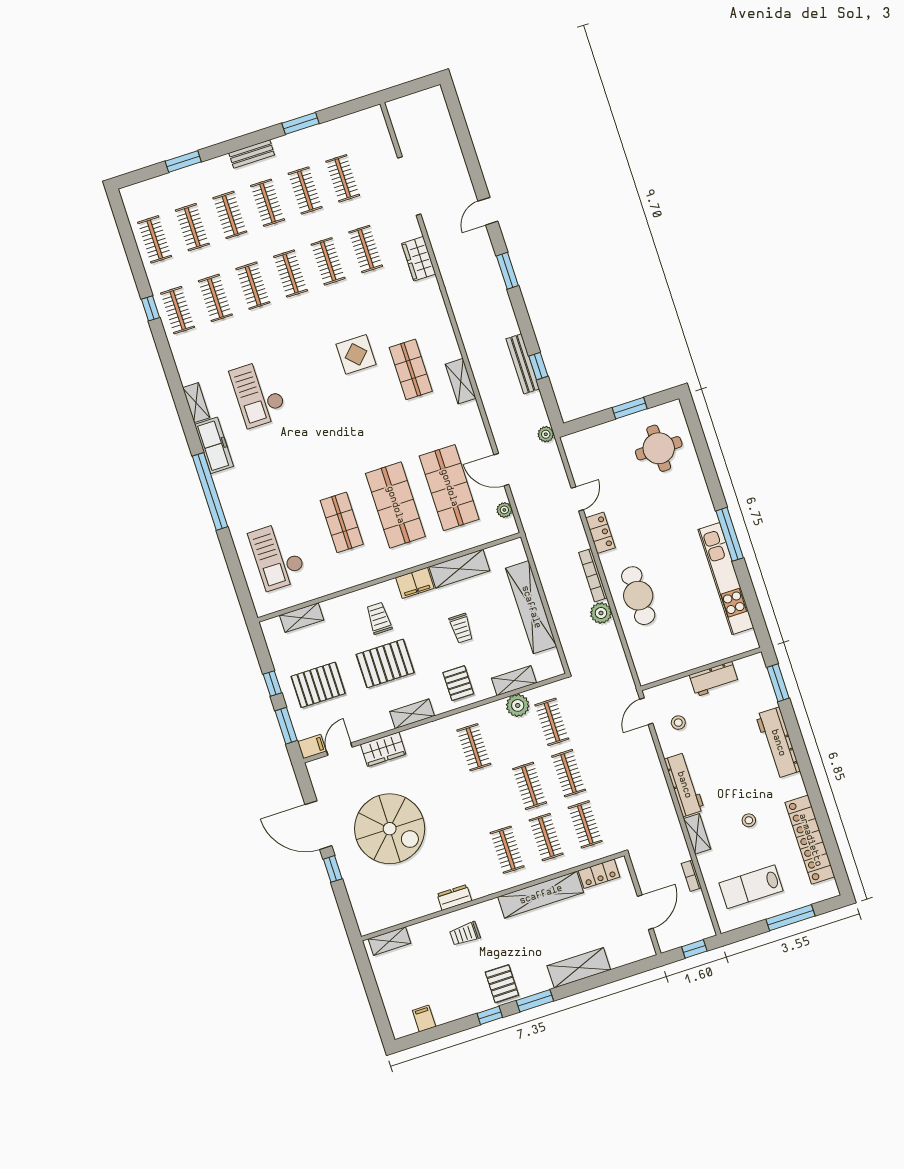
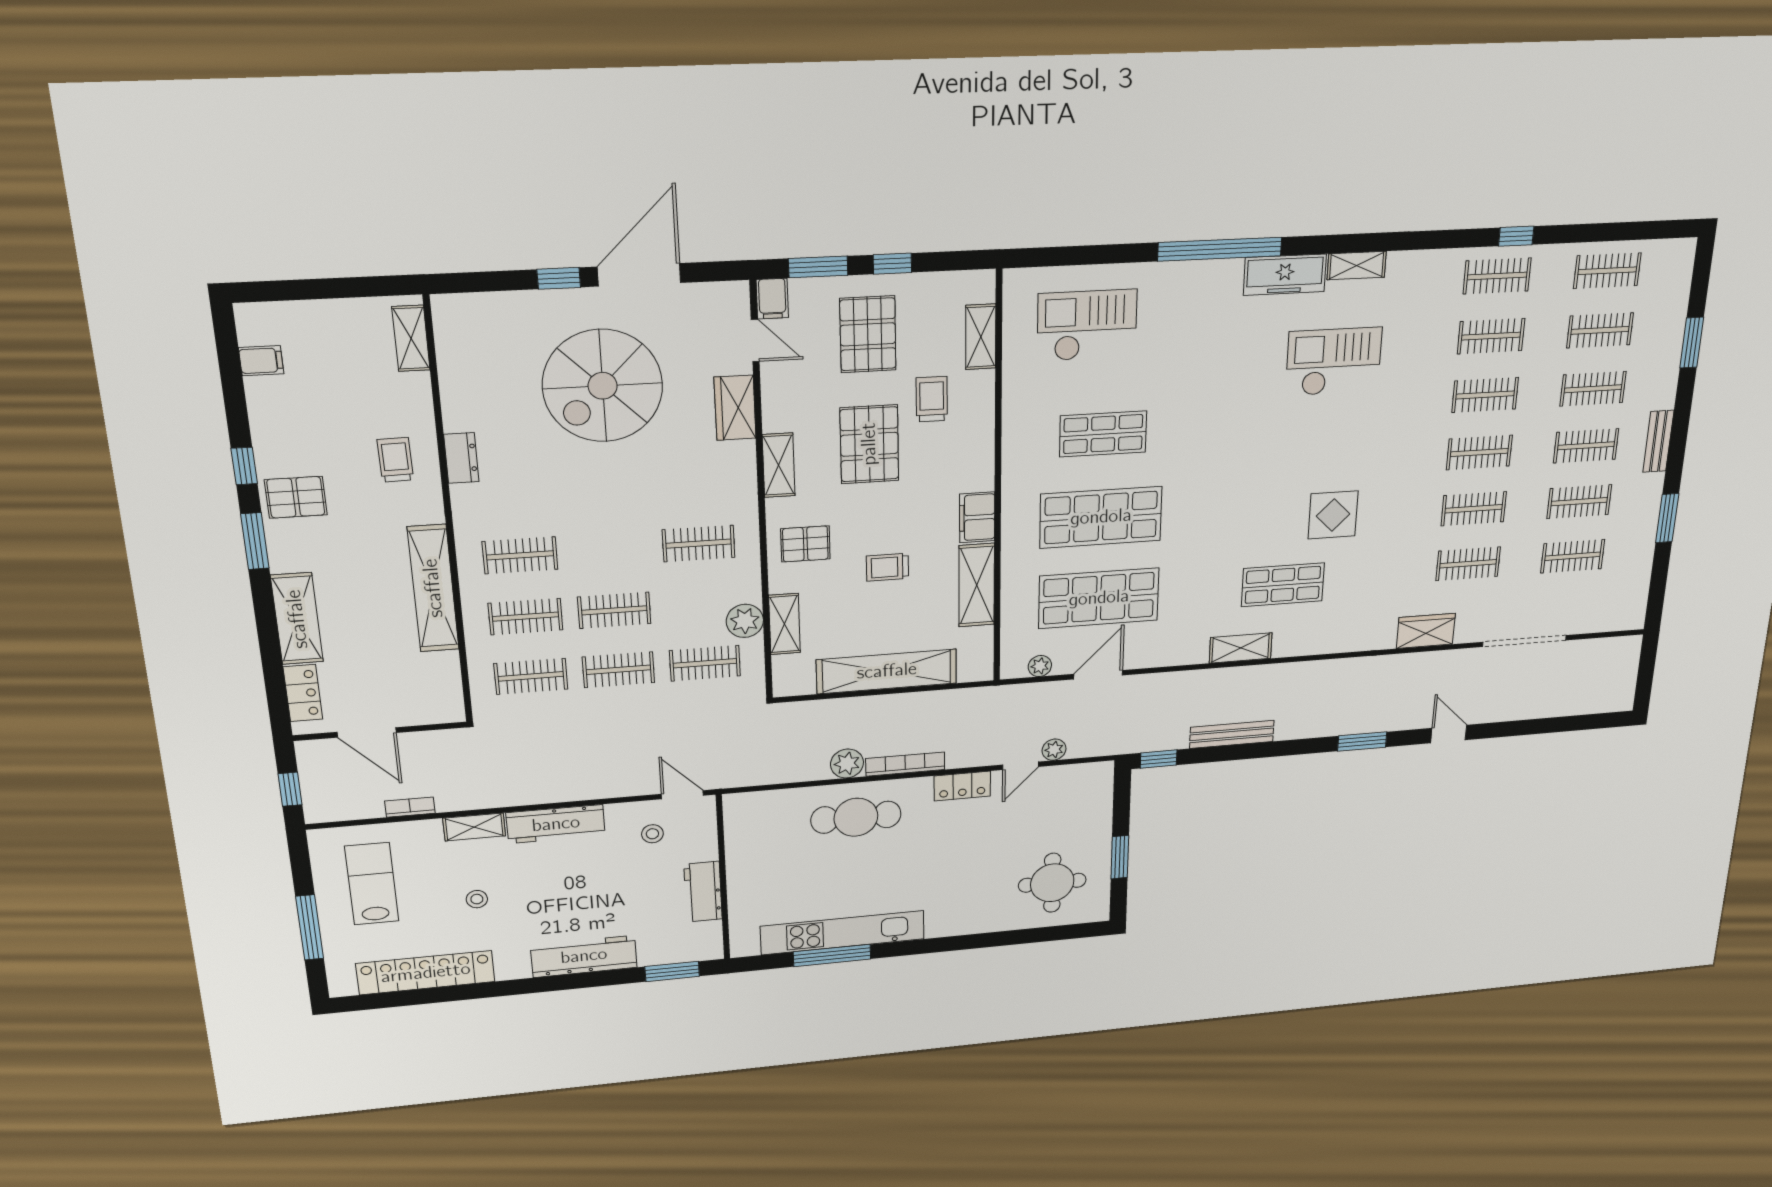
window: (538, 366) -> (1159, 759), moved
plant: (546, 434) -> (1054, 750), moved
door: (577, 499) -> (1021, 766), hinge flipped
window: (730, 534) -> (832, 955), moved
trolley: (379, 618) -> (932, 399), moved, turned -90
locker: (599, 874) -> (303, 693), moved, turned 180

